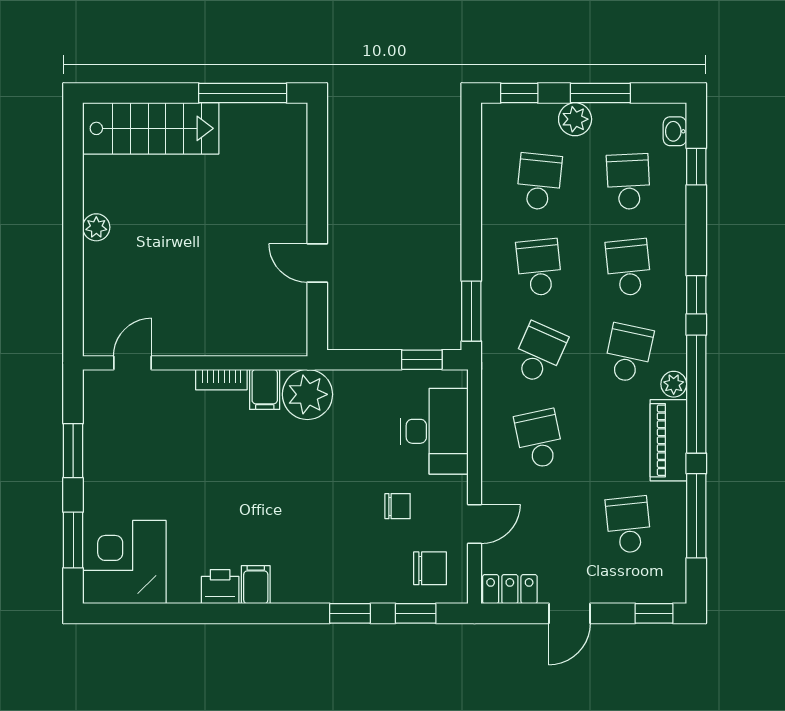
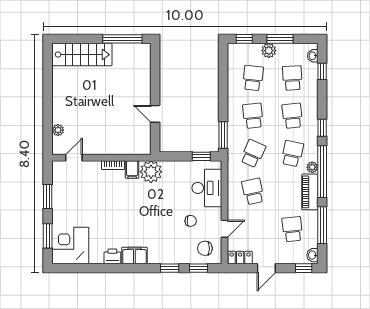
plant: (96, 227) -> (58, 130), moved
chair: (430, 568) -> (205, 248), turned 180
washbasin: (674, 584) -> (312, 255), added
filing cabinet: (256, 585) -> (134, 256), width x2.00

